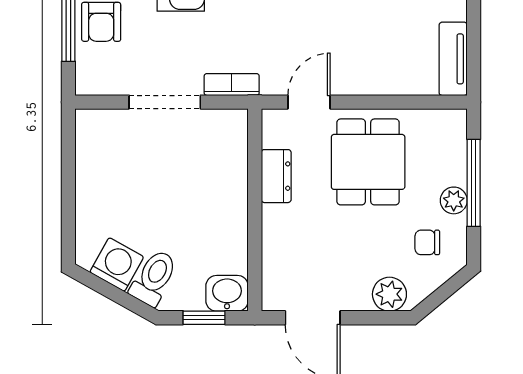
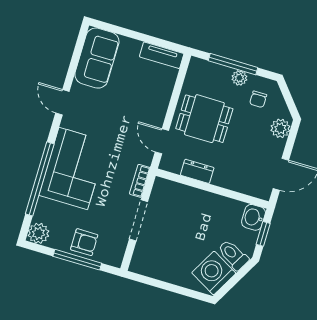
washing machine: (117, 265) -> (214, 273), width x1.37, depth x1.37

